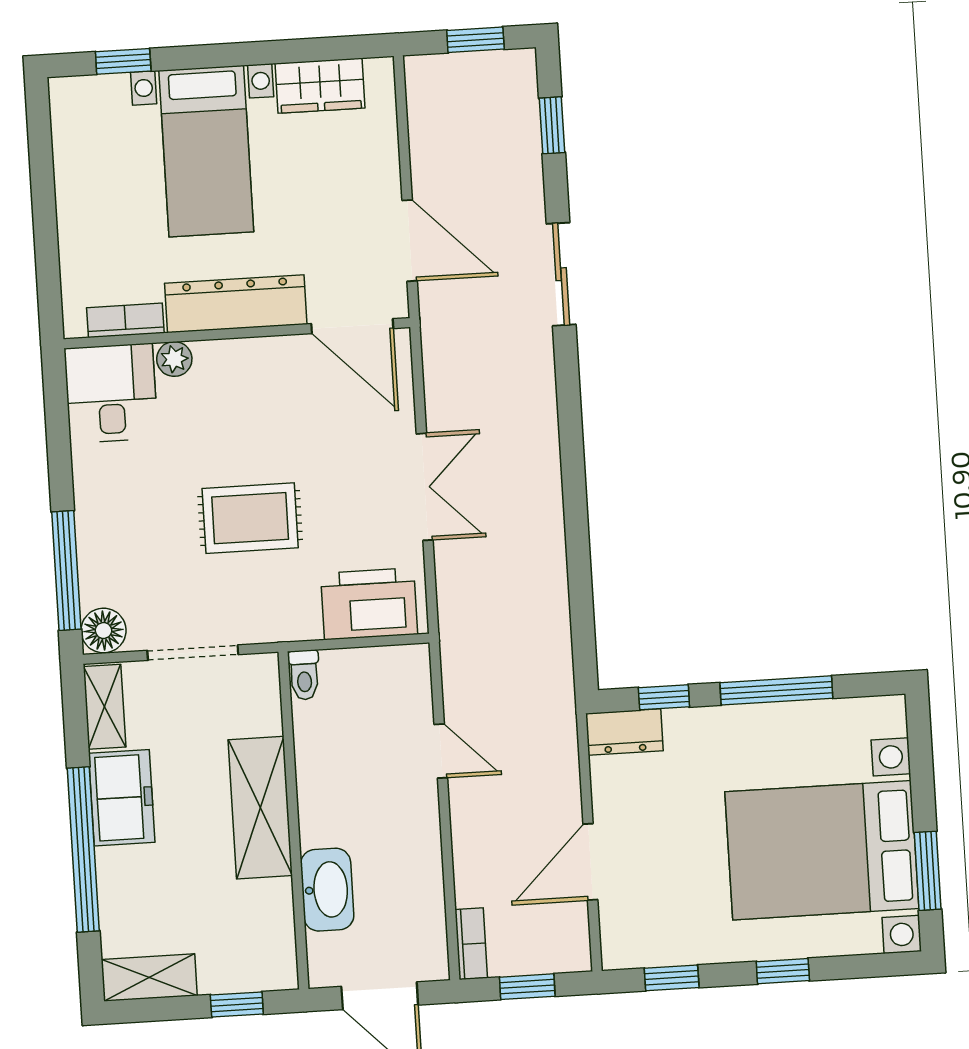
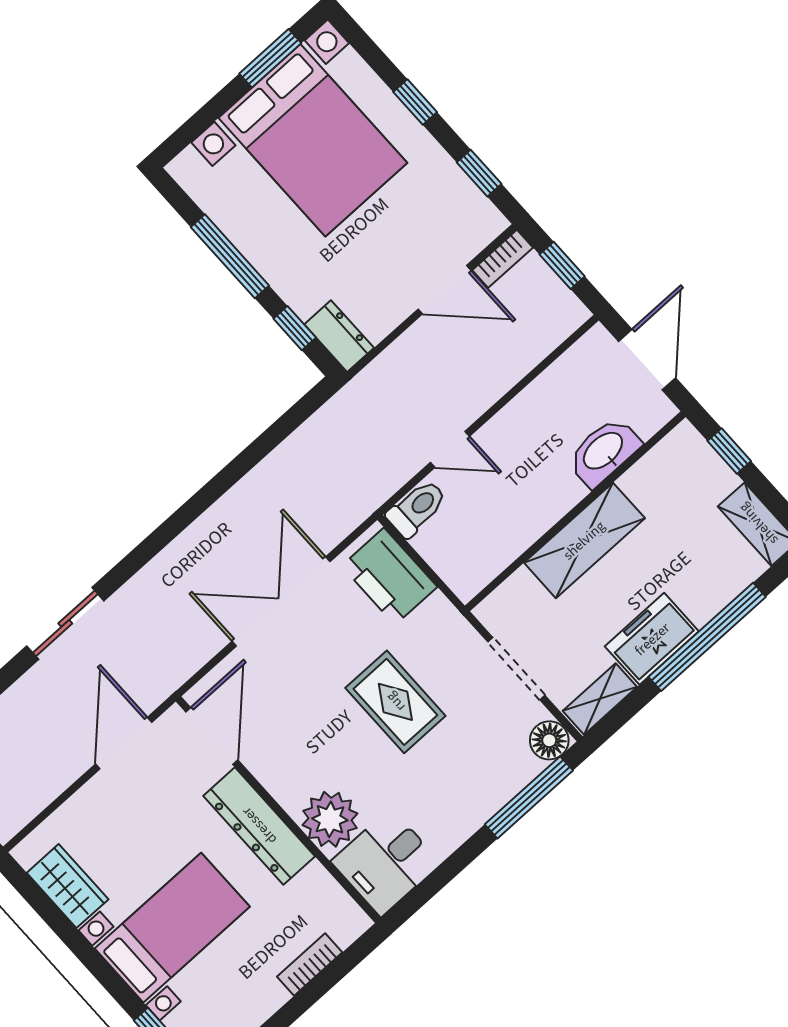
bookcase: (125, 320) -> (310, 964), moved, turned 90
plant: (174, 359) -> (330, 819), width x1.88, depth x1.88
double door: (425, 487) -> (281, 601), width x1.37
toilet: (304, 675) -> (417, 508), moved, width x1.37, depth x1.39
door: (441, 751) -> (450, 449), swing flipped
bookcase: (471, 944) -> (503, 259), moved, turned 180

